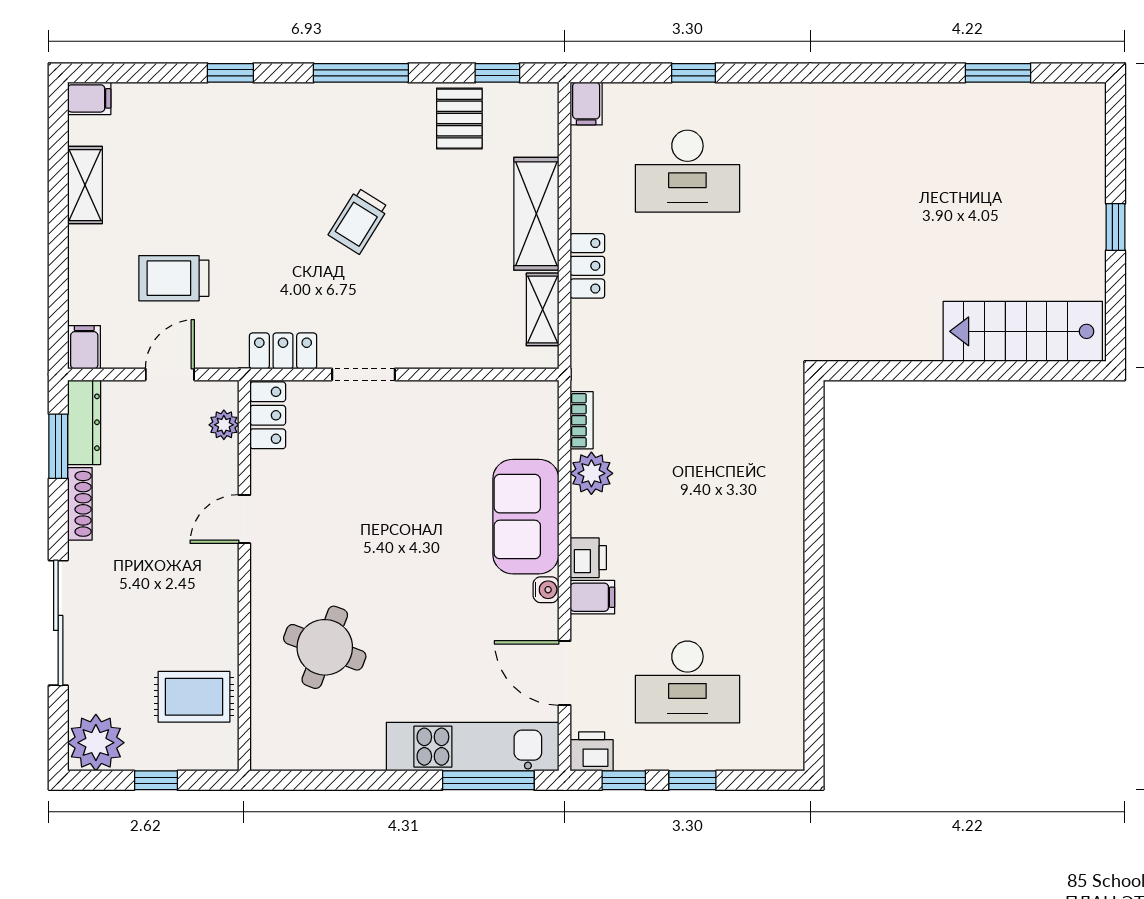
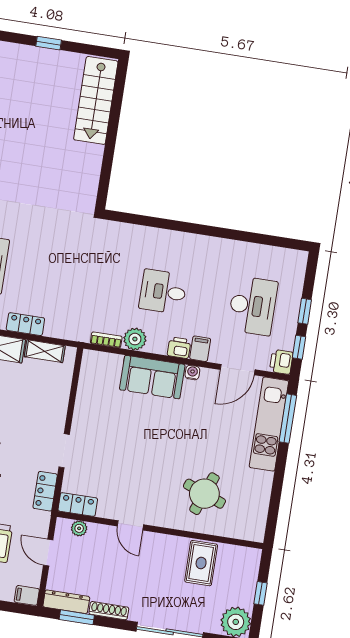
desk: (687, 512) -> (163, 292), added
rug: (194, 697) -> (201, 563), moved

